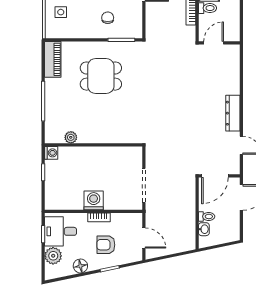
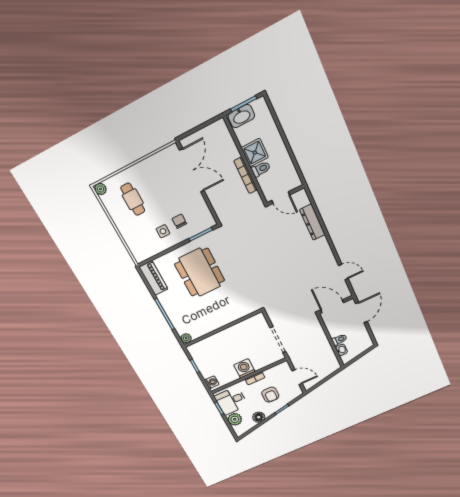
side table: (61, 12) -> (163, 231), moved
door: (214, 43) -> (281, 198), swing flipped
dining table: (101, 76) -> (200, 272), width x1.38
dresser: (233, 113) -> (312, 222), moved
plant: (71, 137) -> (186, 338), moved
washing machine: (51, 153) -> (212, 382), moved
door: (215, 176) -> (332, 306), swing flipped
armchair: (106, 245) -> (270, 395), turned -90

